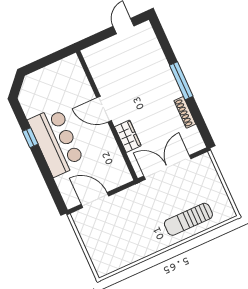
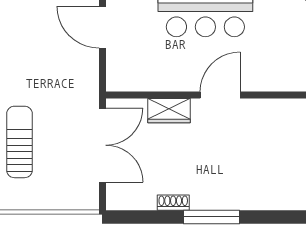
shoe rack: (185, 112) -> (173, 203), width x0.70
door: (95, 200) -> (103, 27), swing flipped

